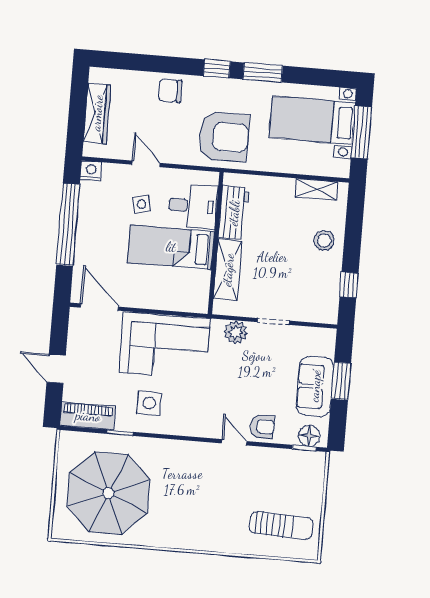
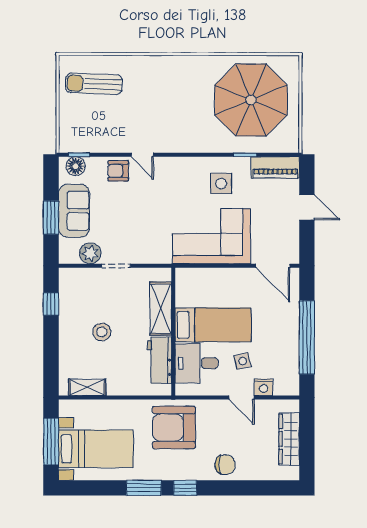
nightstand: (91, 171) -> (264, 387), moved
stool: (324, 240) -> (102, 332), moved
plant: (236, 332) -> (90, 253), moved

